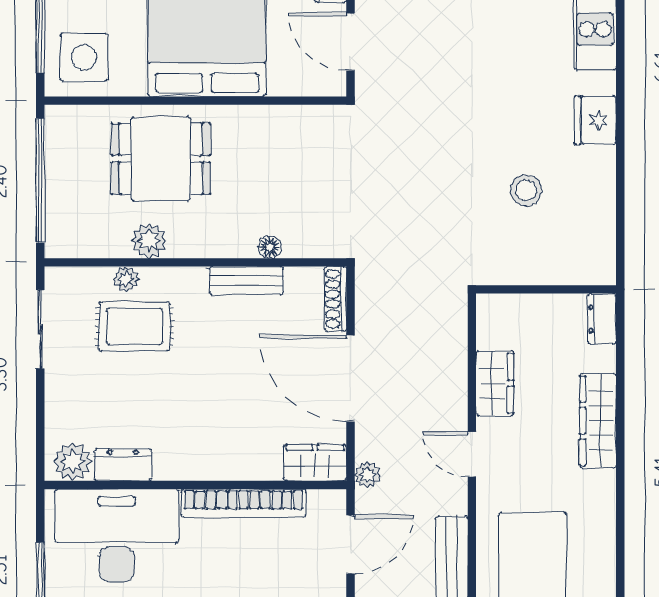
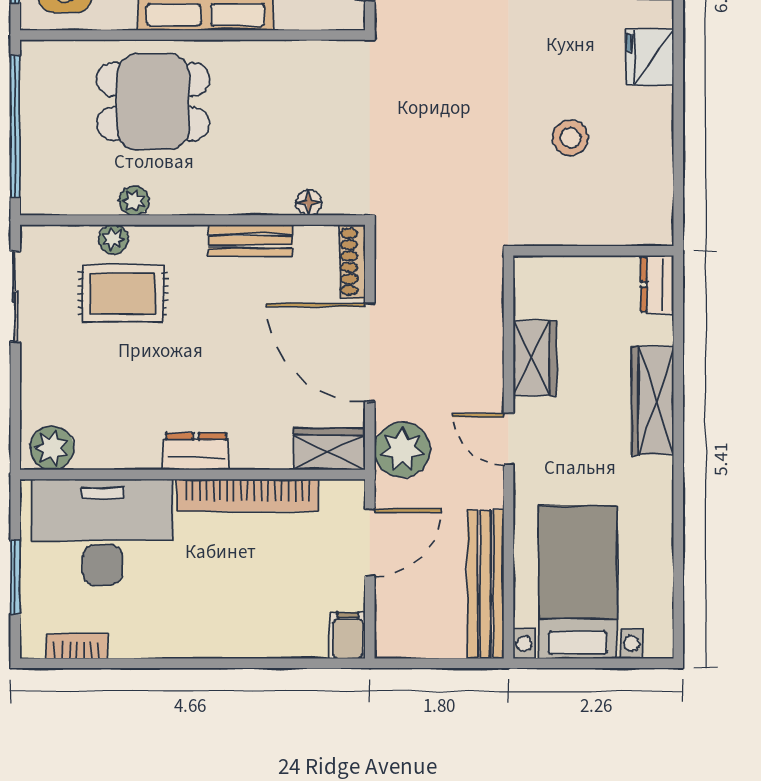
plant: (149, 241) -> (134, 201), width x0.73, depth x0.73
floor lamp: (270, 247) -> (309, 203), moved
dresser: (123, 465) -> (196, 451), moved
plant: (368, 475) -> (402, 450), width x1.88, depth x1.88

